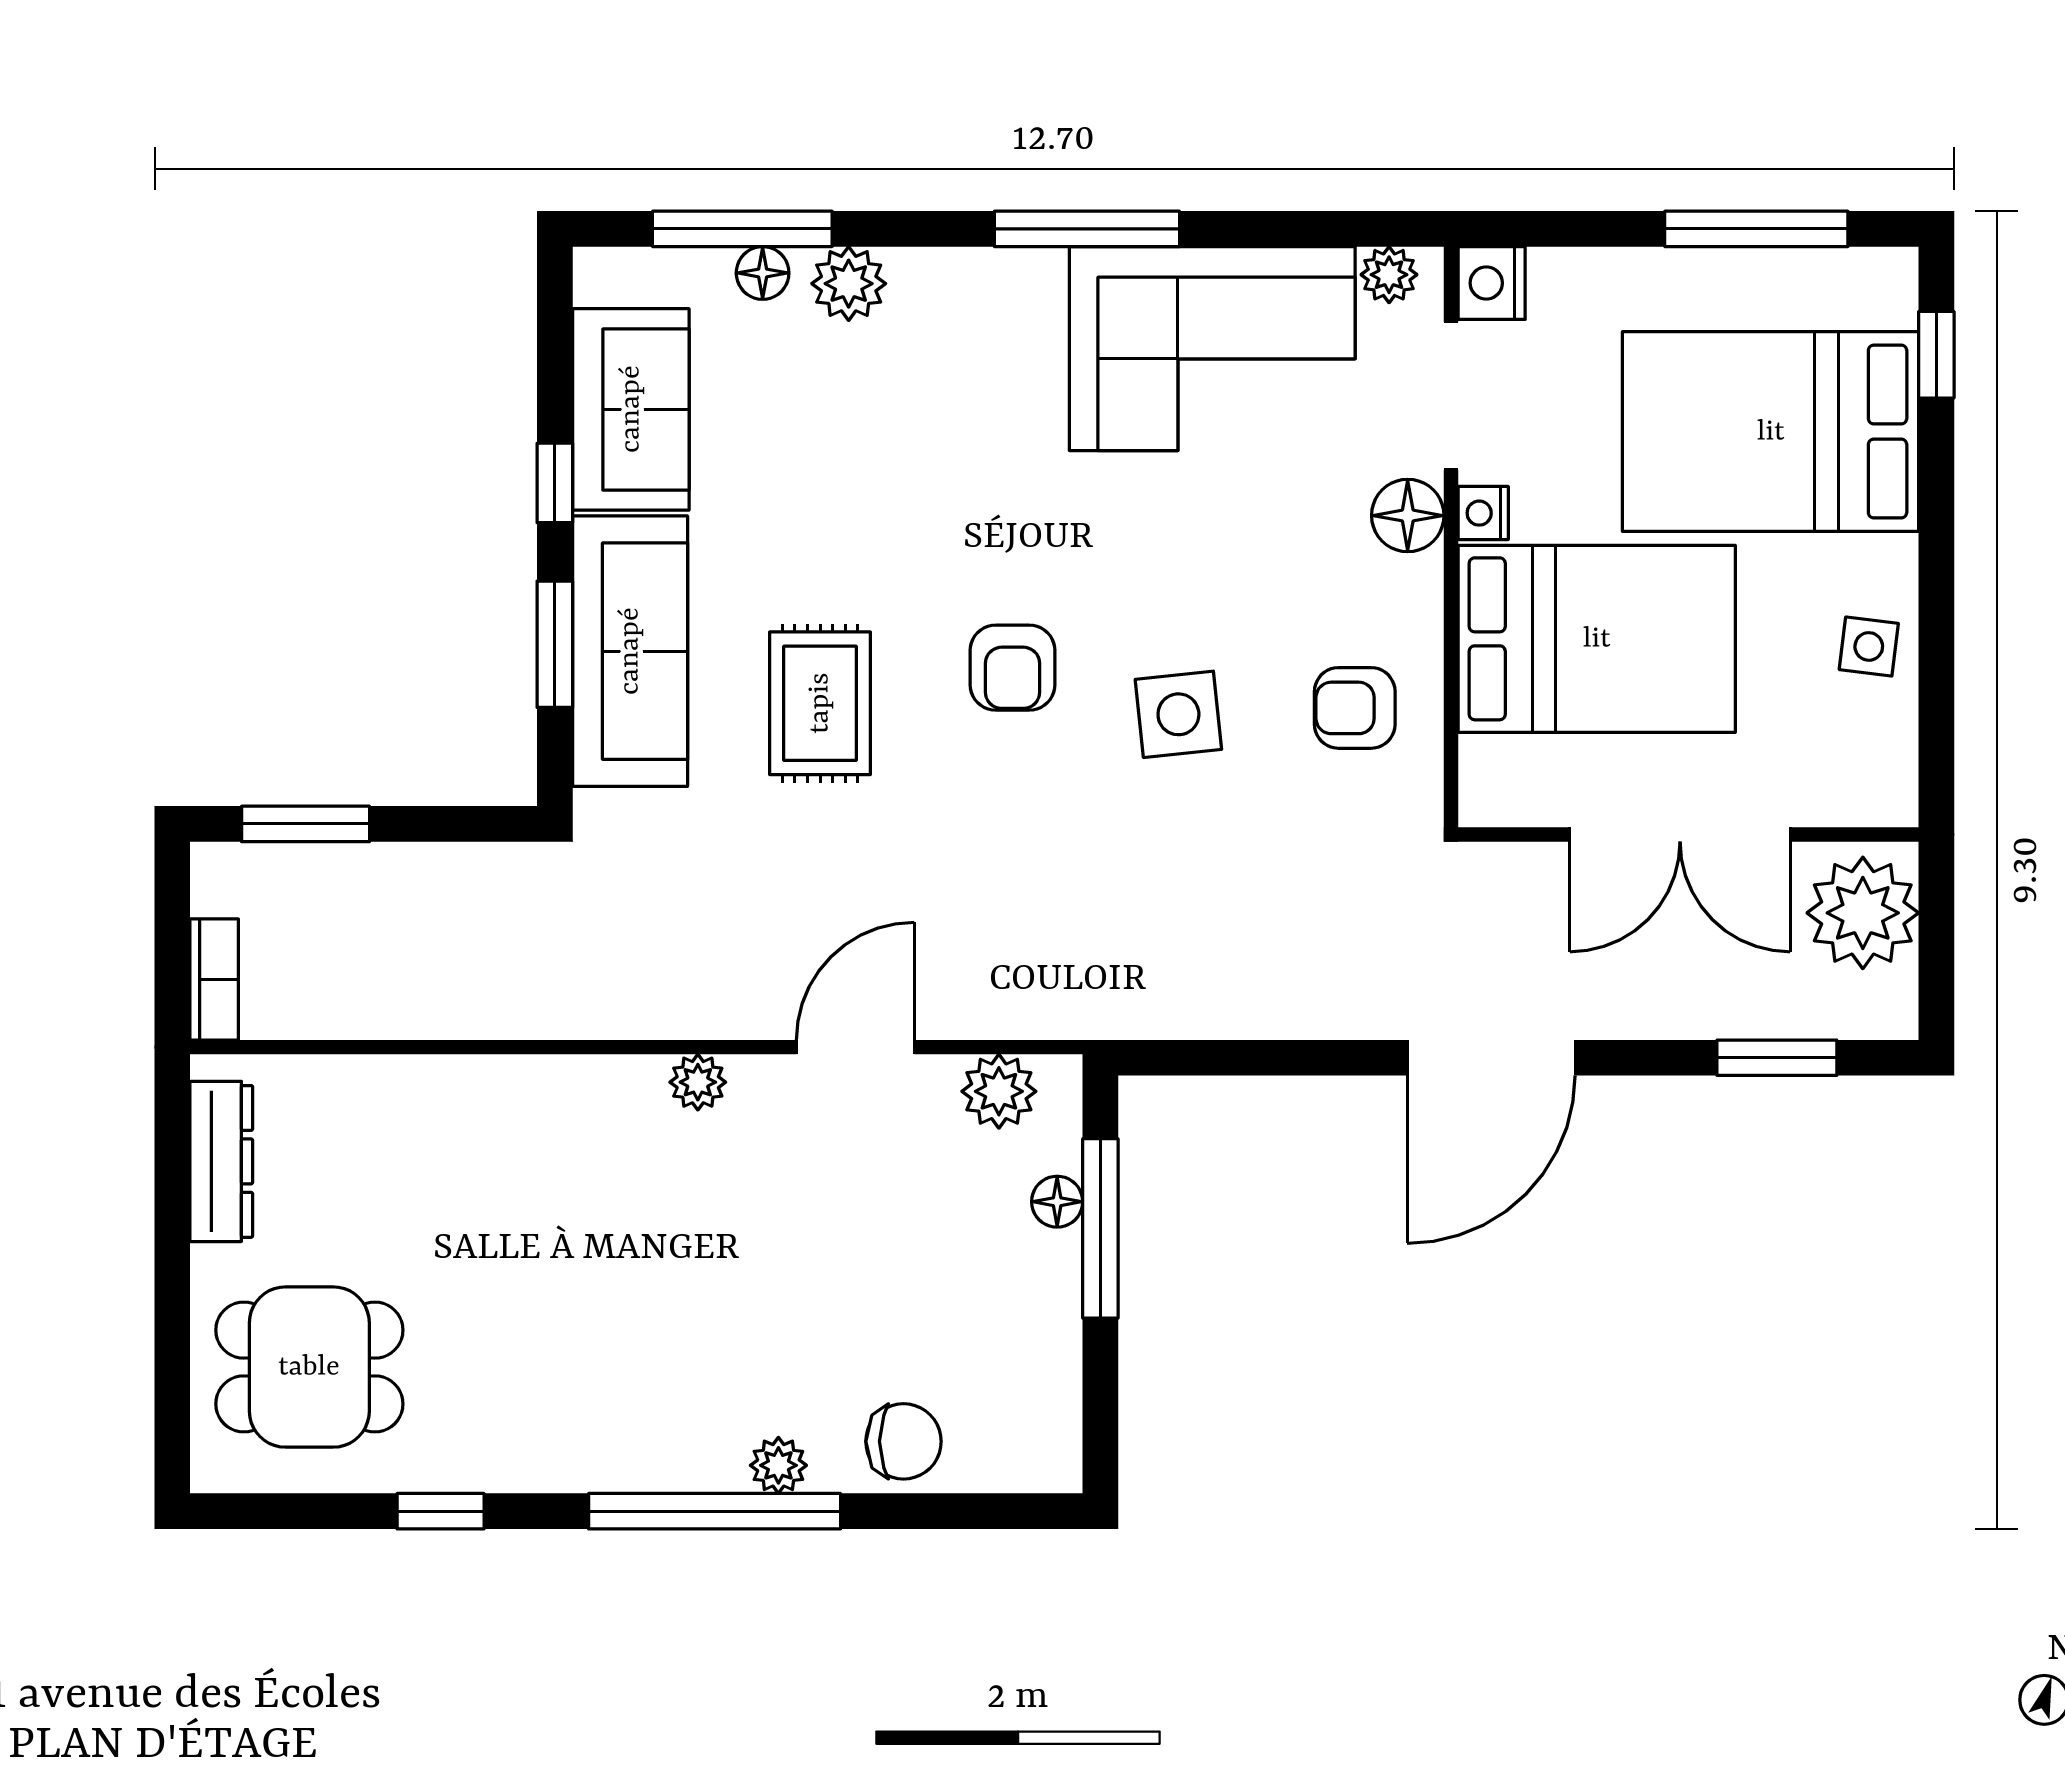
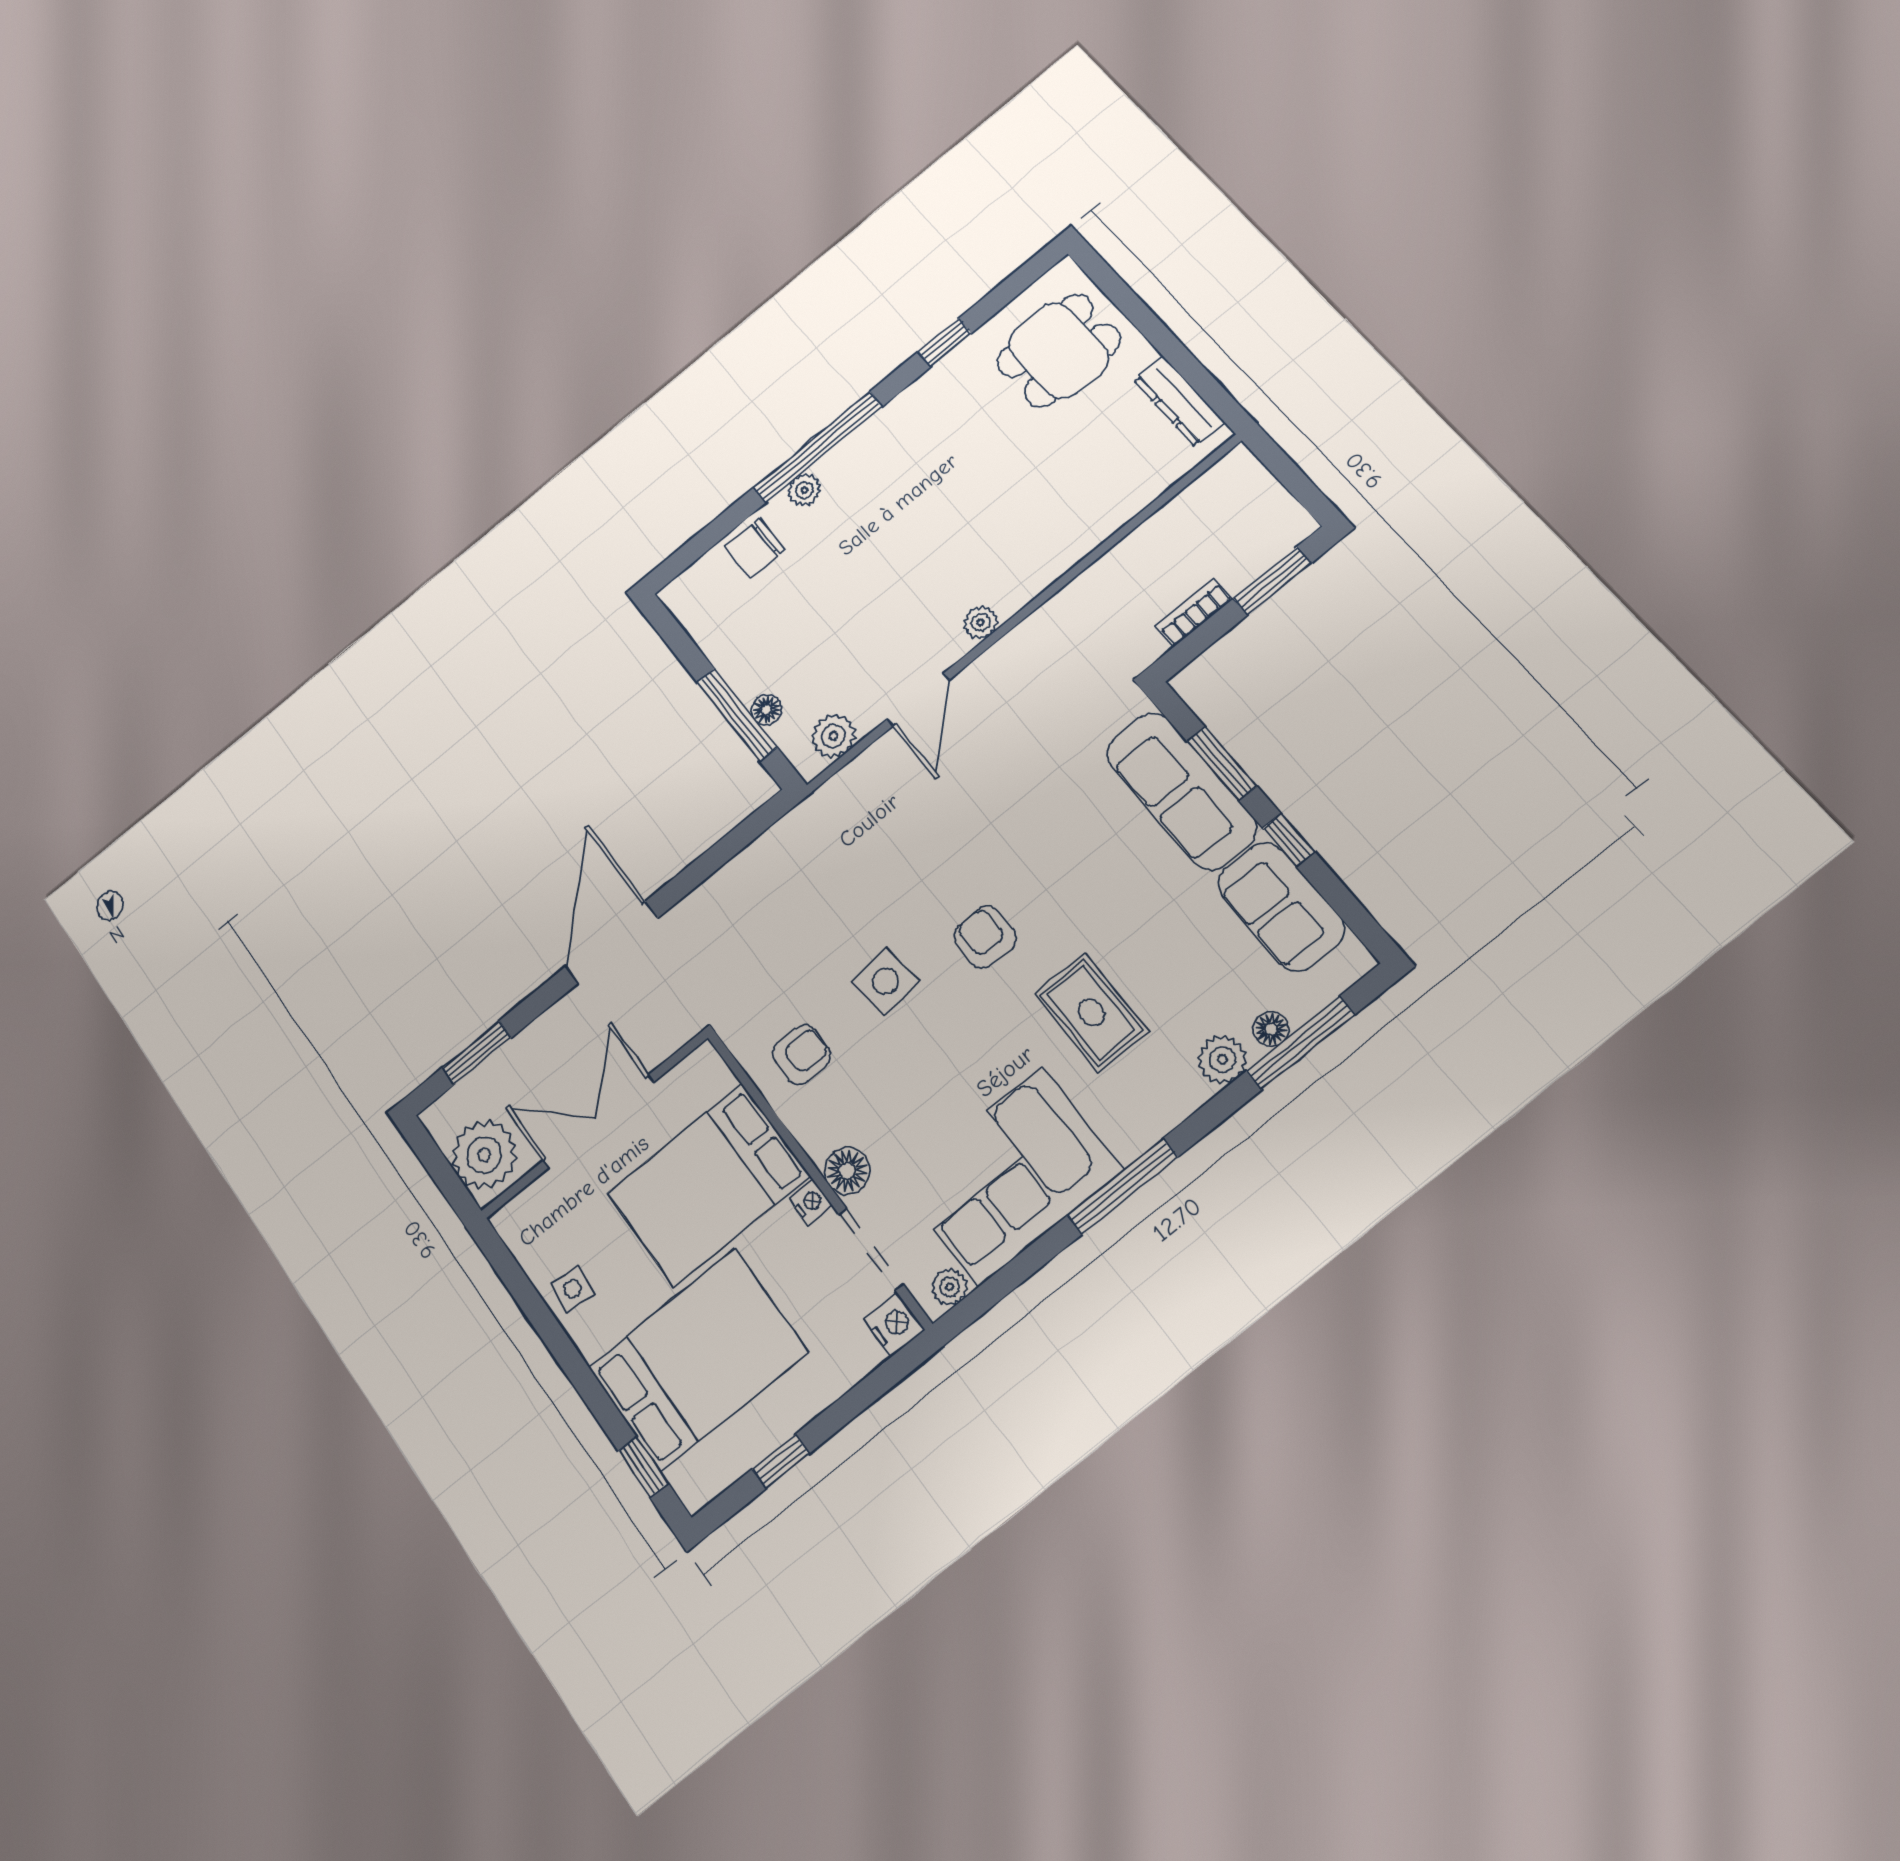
window: (1756, 229) -> (781, 1461), width x0.46
rug: (820, 703) -> (1091, 1012), moved
bookcase: (214, 979) -> (1194, 612), moved, turned 90

